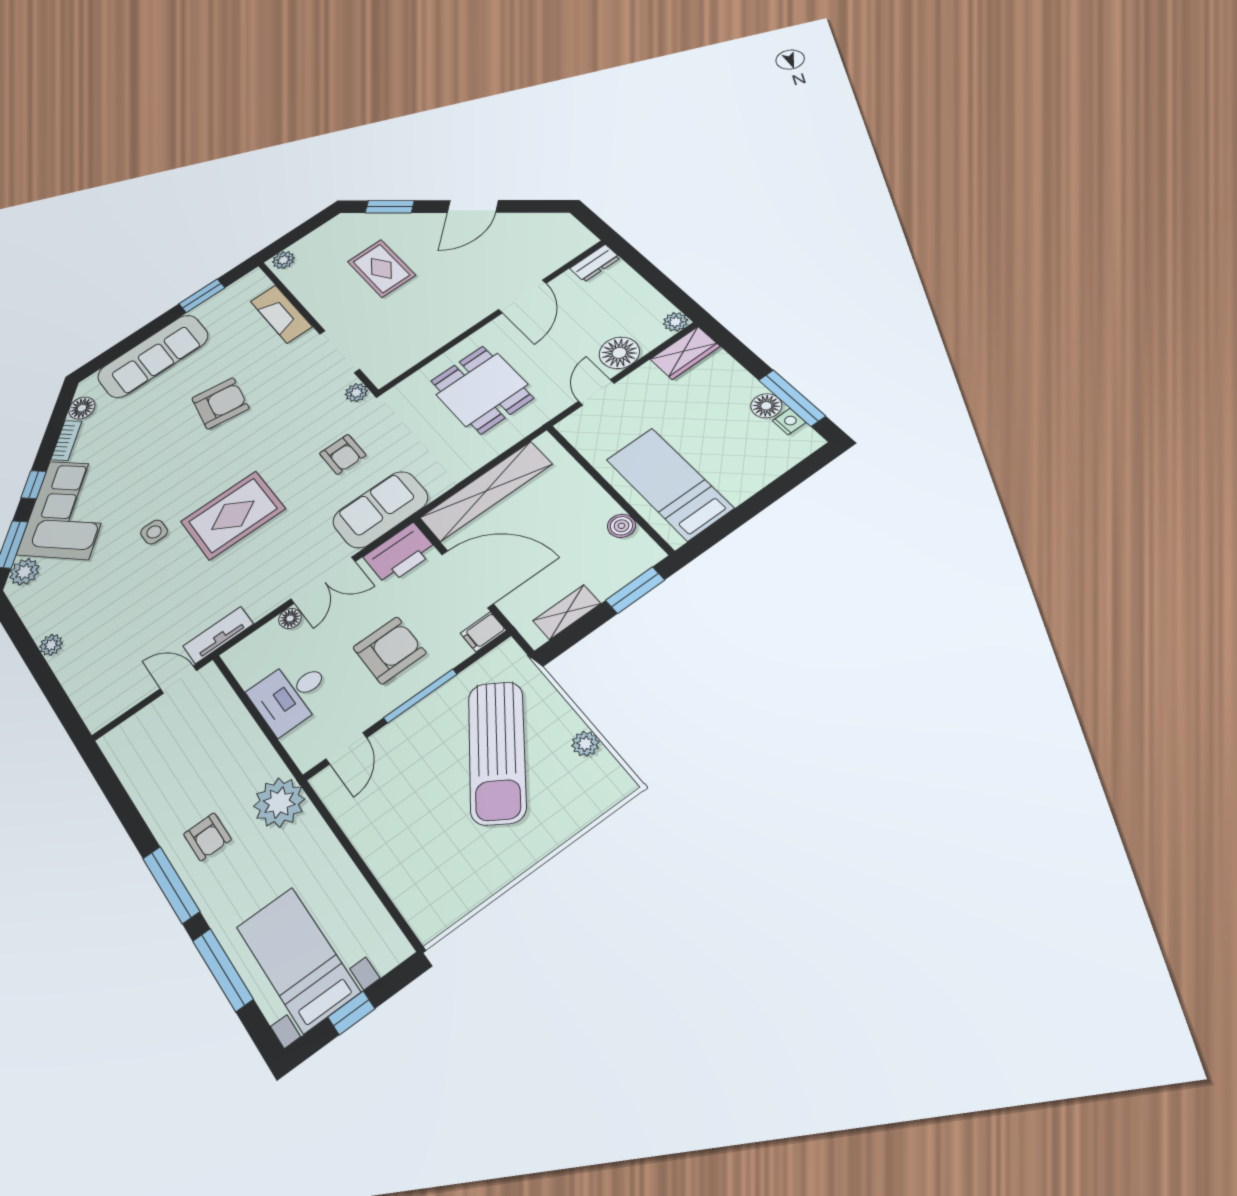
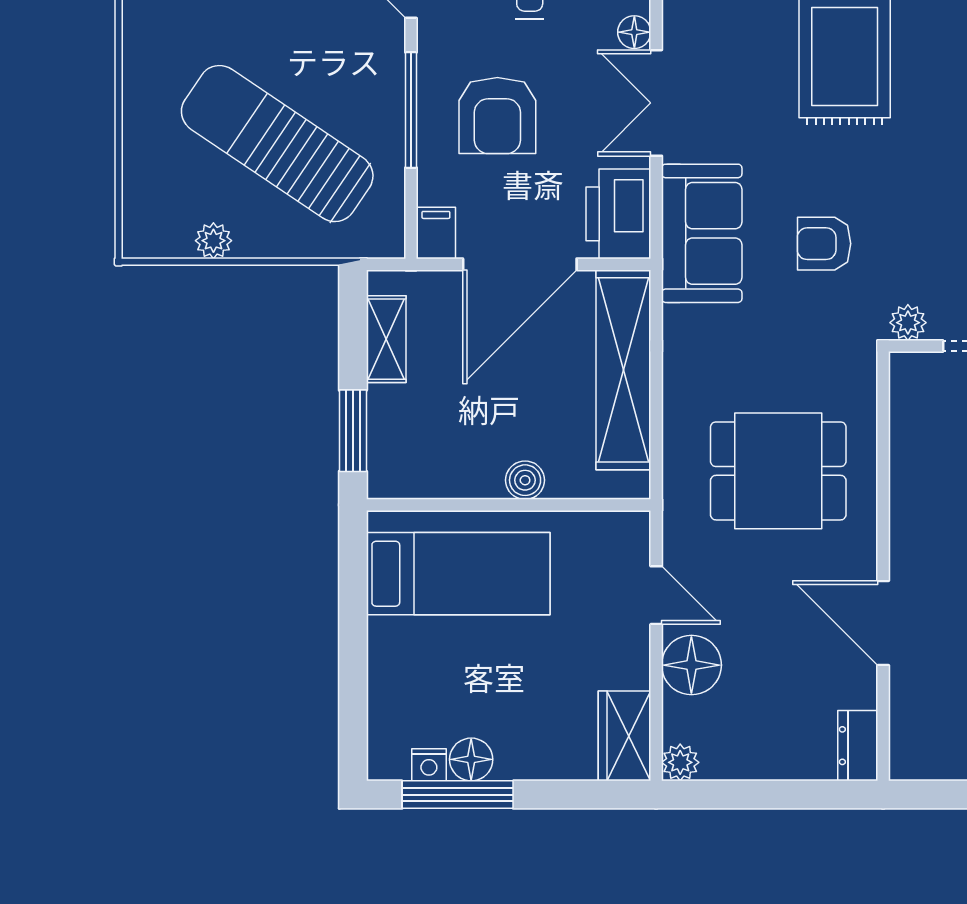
boiler: (621, 526) -> (525, 480), moved

